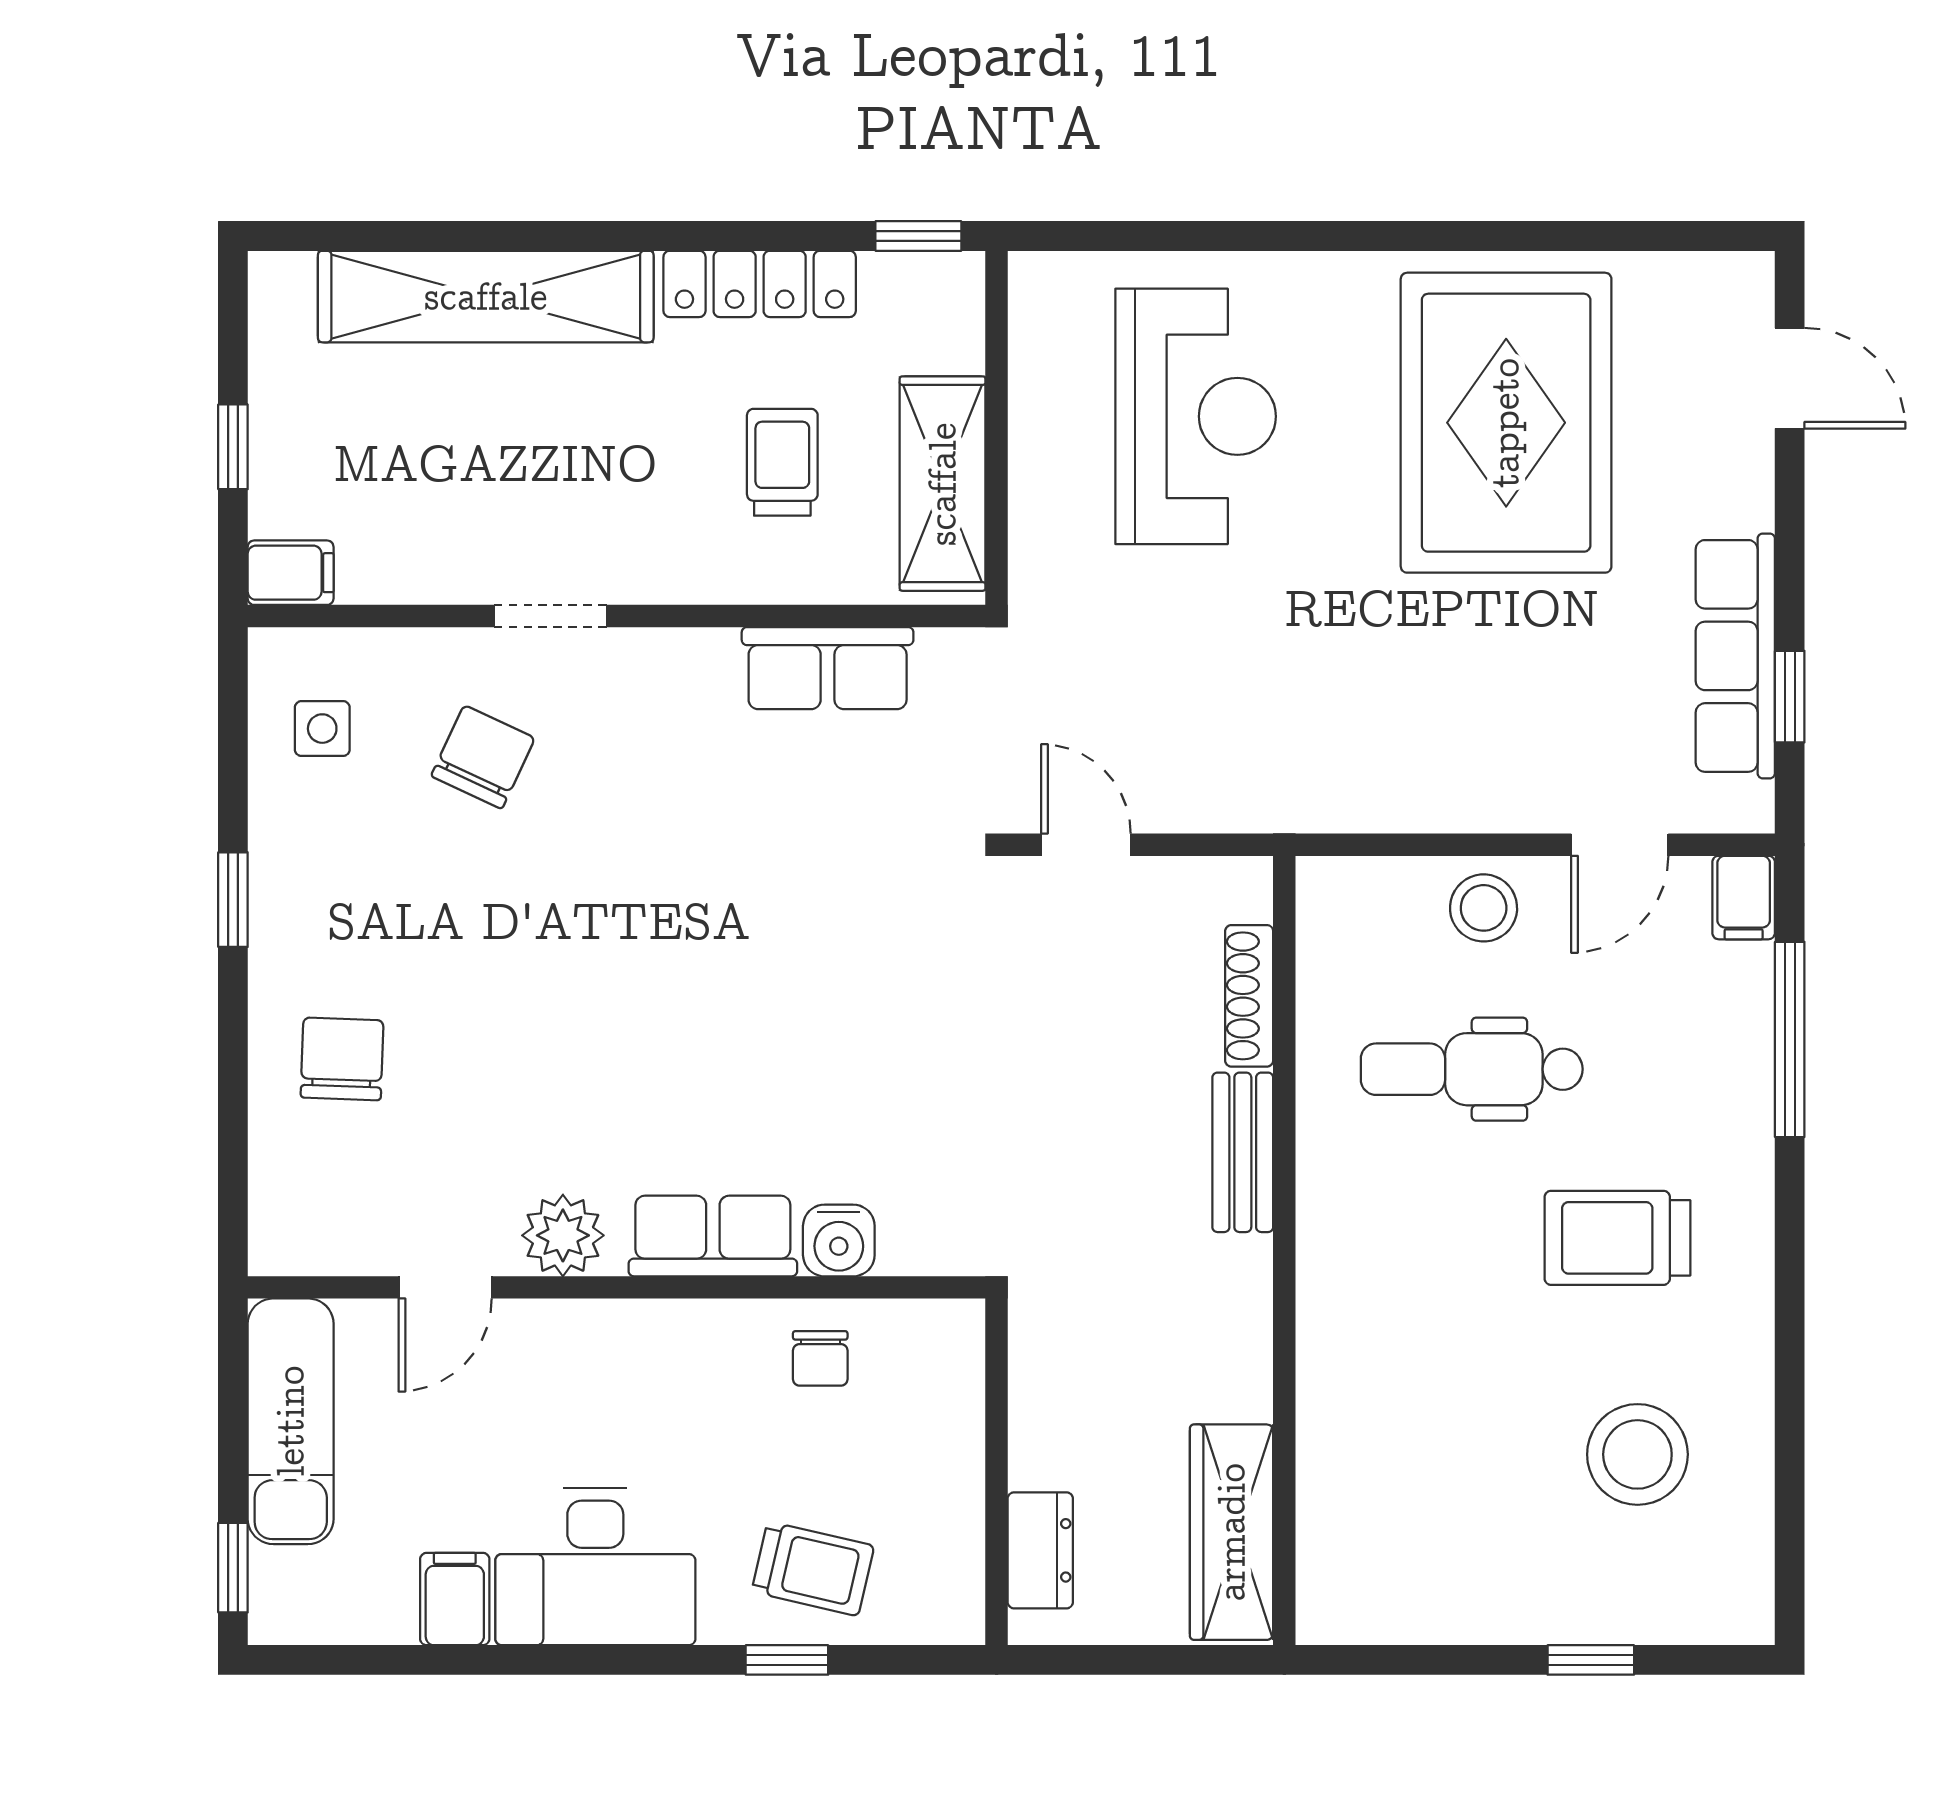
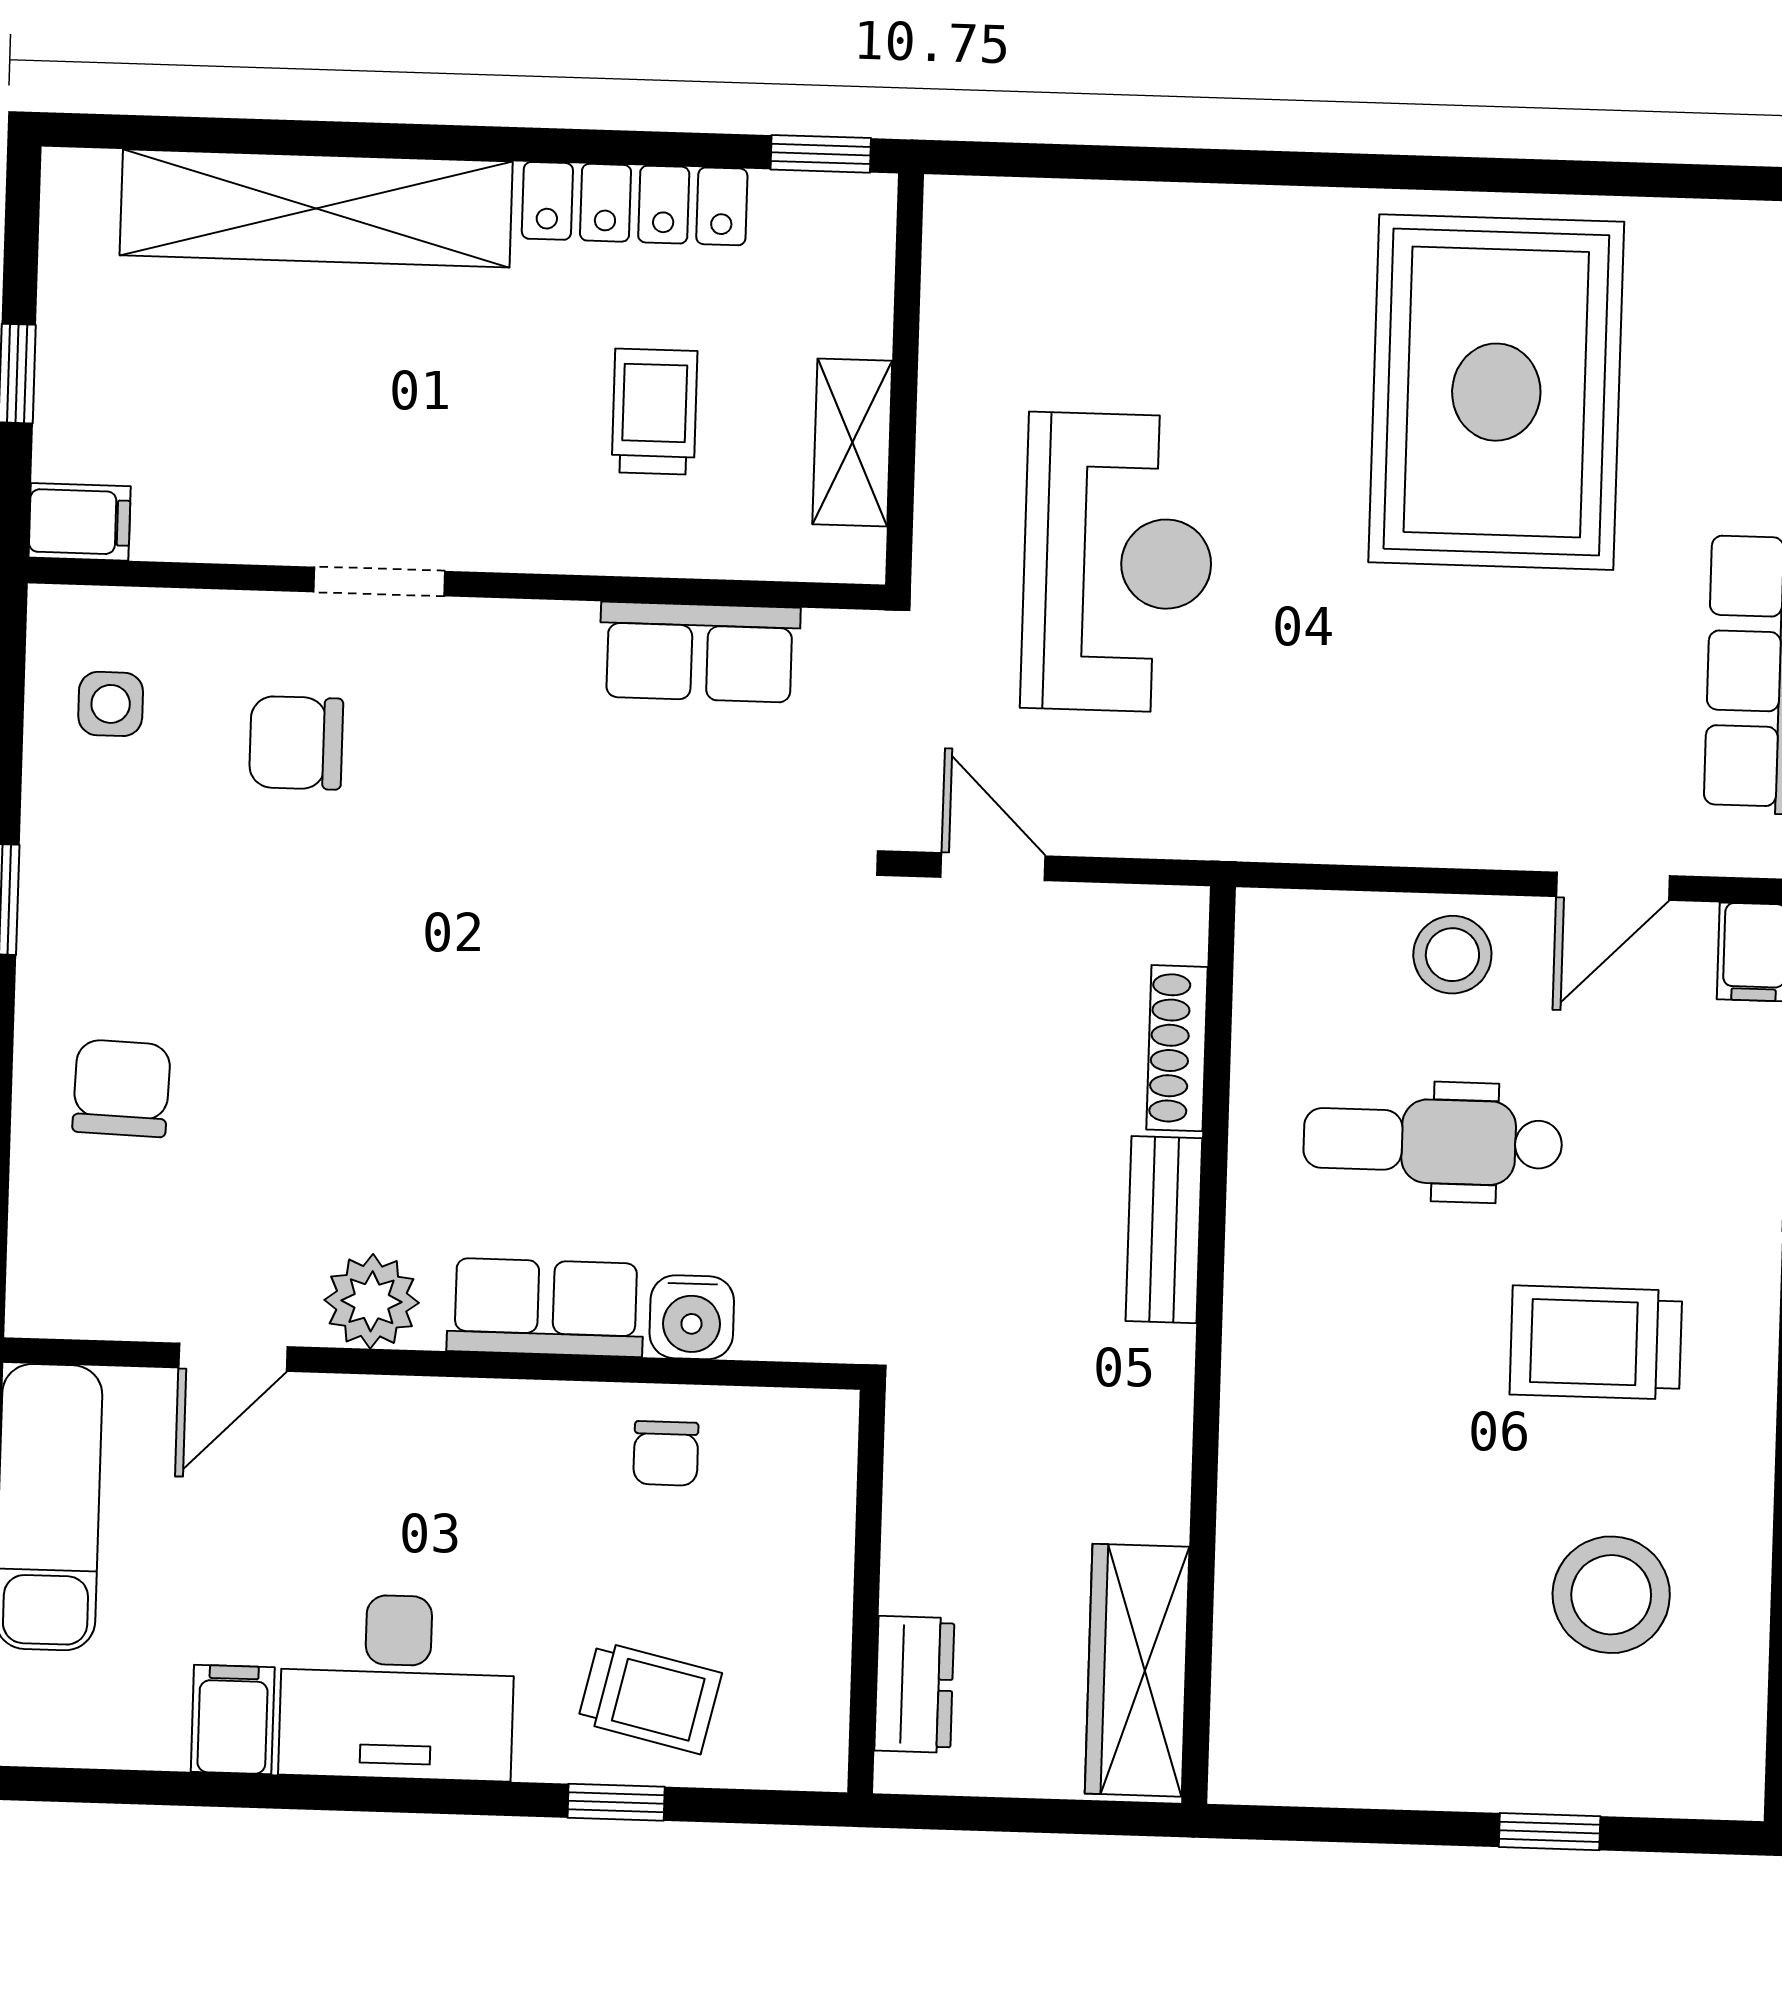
reception desk: (1196, 416) -> (1118, 563), moved
shelving: (943, 484) -> (852, 443), width x0.67, depth x0.75
chair: (483, 757) -> (296, 743), turned -115

